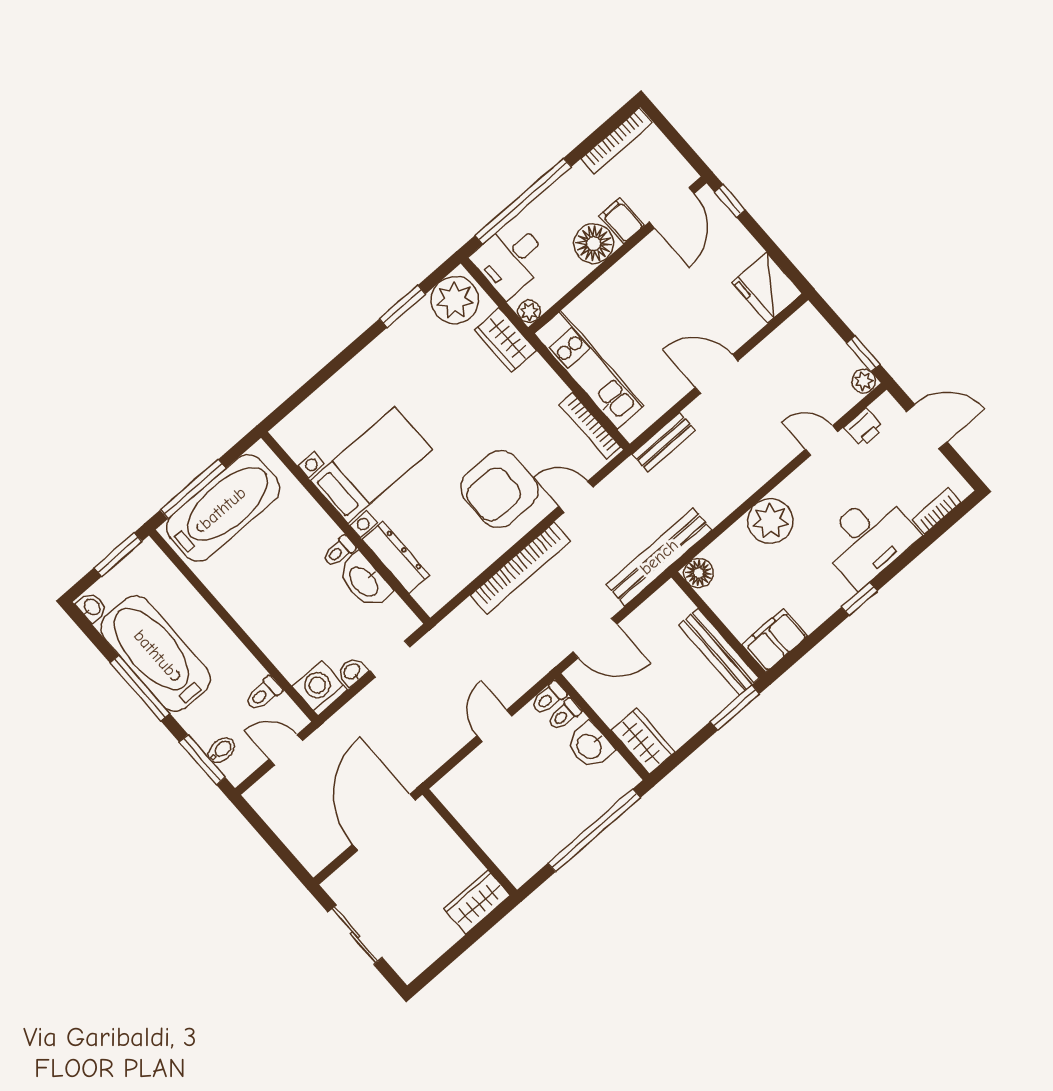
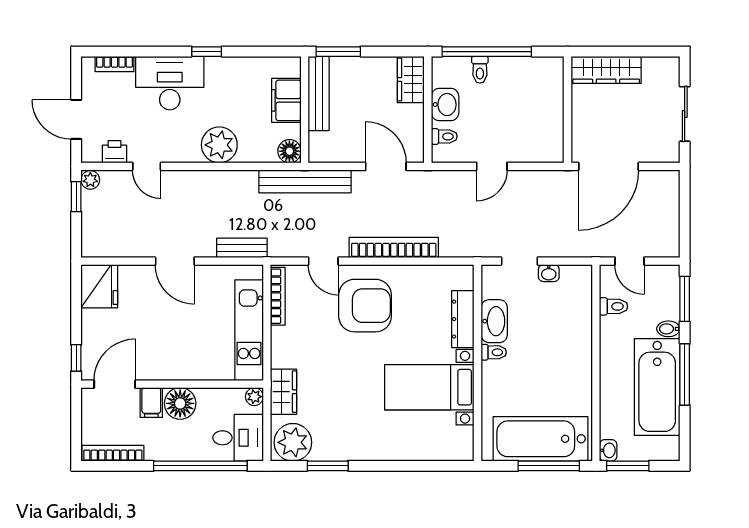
washbasin: (92, 607) -> (608, 450), moved, turned 180
filing cabinet: (775, 640) -> (286, 100), moved, turned 90
washing machine: (320, 688) -> (577, 280), removed
toilet: (549, 698) -> (480, 70), moved, turned 90
bidet: (221, 750) -> (668, 329), moved
wardrobe: (477, 902) -> (606, 70), width x1.50

